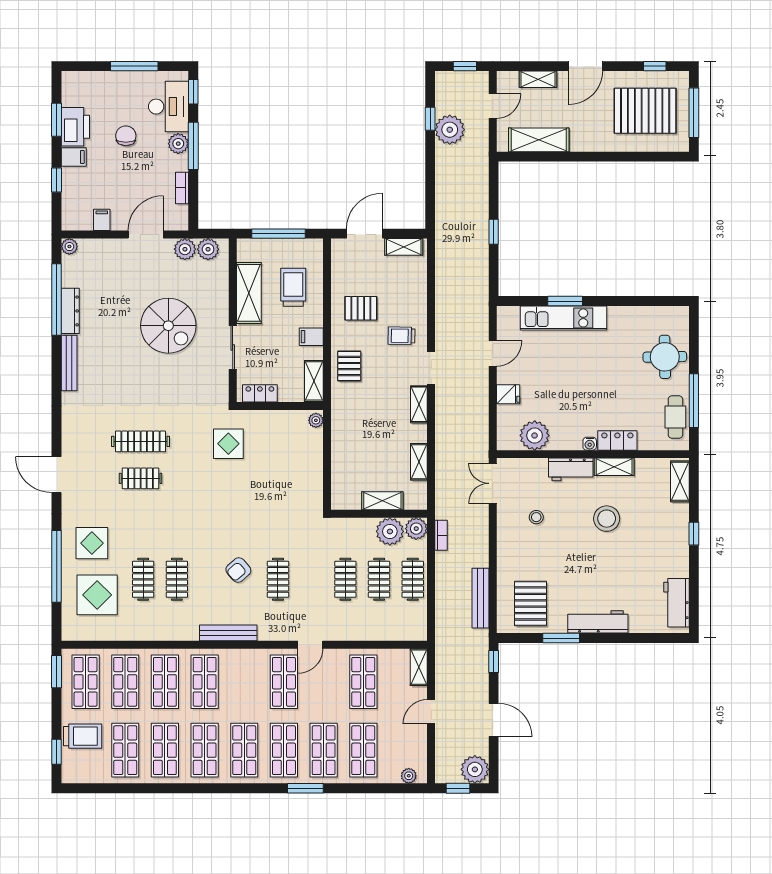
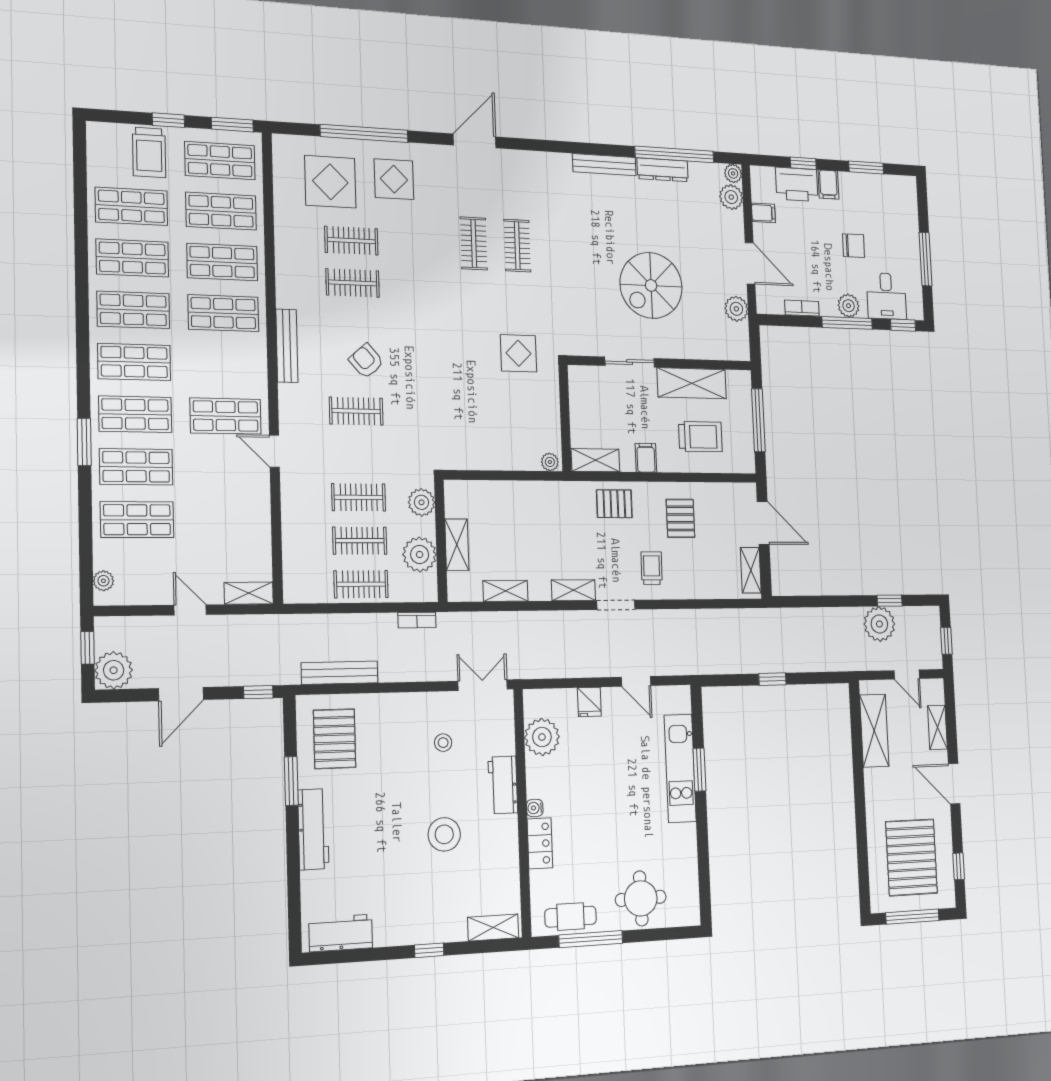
desk: (168, 107) -> (886, 296), width x0.73
printer: (75, 127) -> (797, 184), moved
plant: (208, 249) -> (731, 197), moved
locker: (260, 393) -> (579, 394), removed
clothes rail: (141, 441) -> (517, 246), width x0.73
shelving: (614, 467) -> (508, 841), removed
plant: (416, 529) -> (421, 502), moved
pallet: (530, 603) -> (335, 739), turned 90
shop shelf: (363, 682) -> (228, 520), removed
window: (57, 752) -> (168, 120), moved

